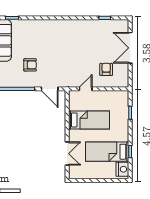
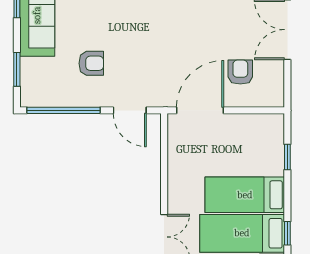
door: (86, 89) -> (200, 110), width x1.88
bed: (89, 120) -> (245, 195), moved, turned 180

